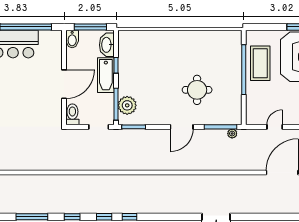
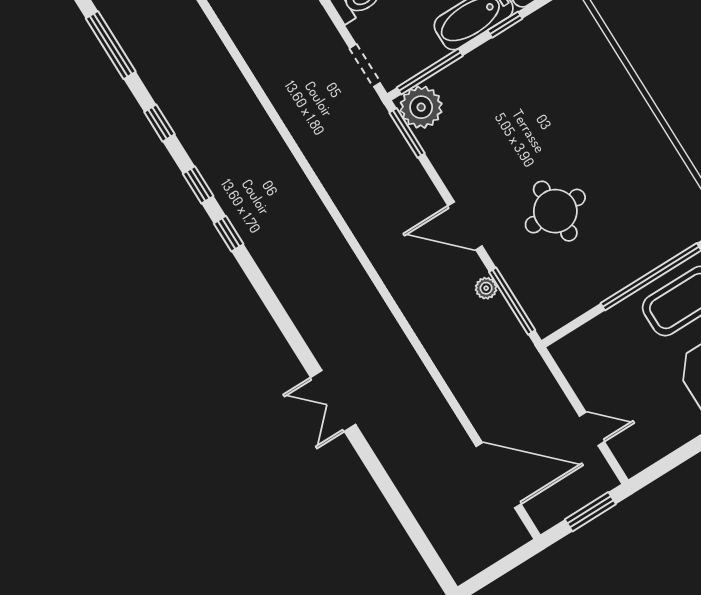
plant: (127, 105) -> (421, 107), moved
door: (275, 127) -> (592, 429), moved
plant: (232, 134) -> (486, 288), moved

